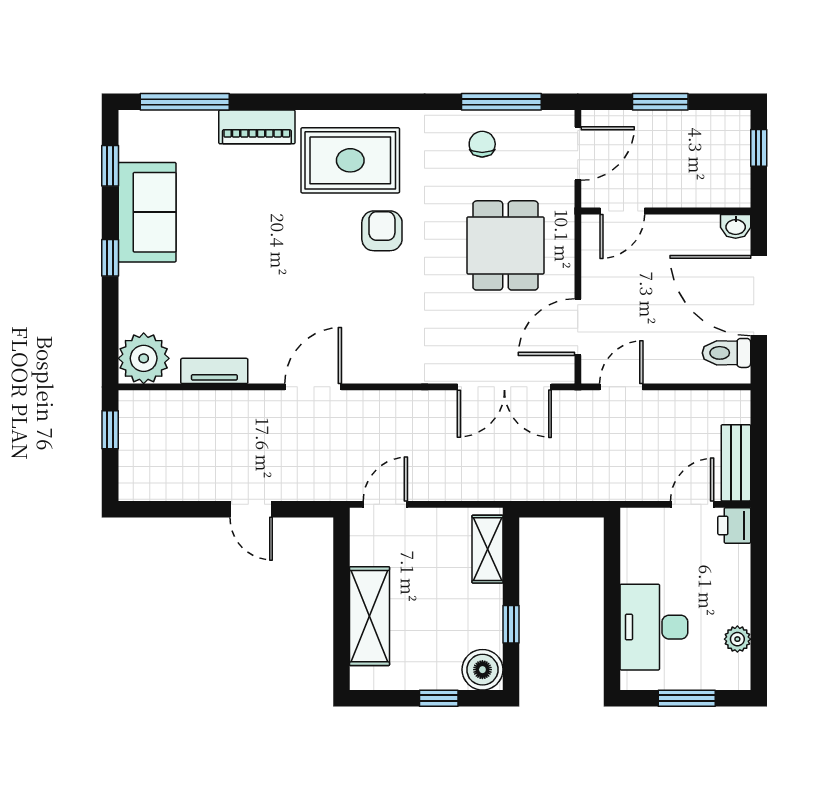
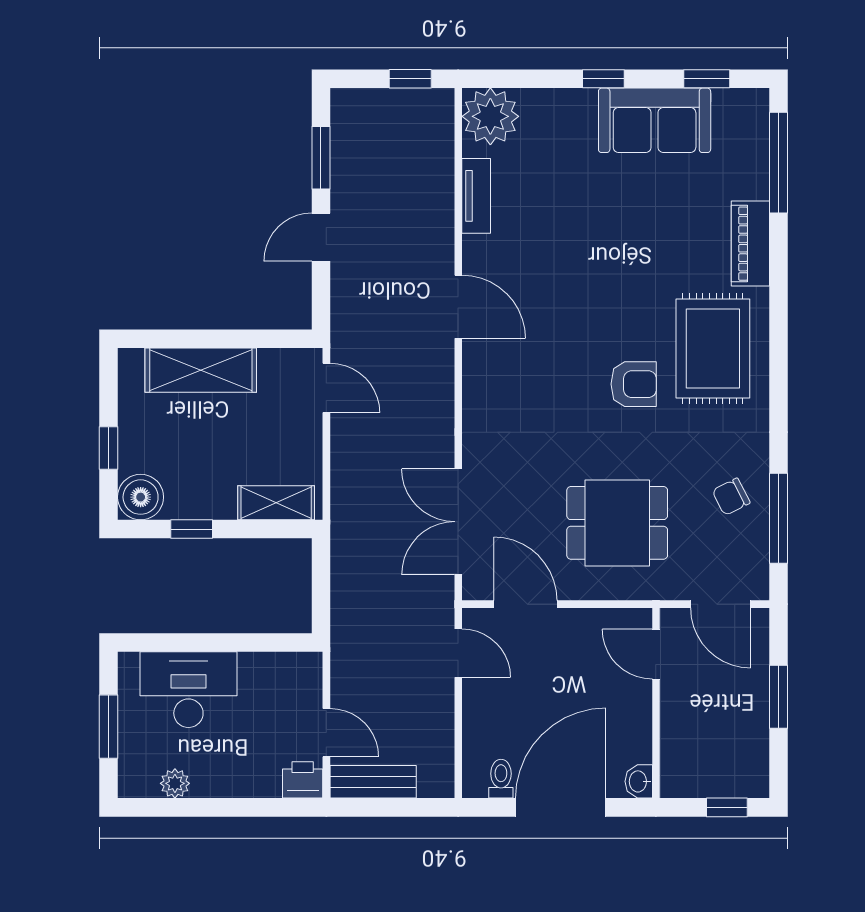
chair: (482, 144) -> (731, 497), turned 153
toilet: (726, 353) -> (501, 779), width x0.73, depth x0.72
window: (180, 509) -> (321, 158), added

